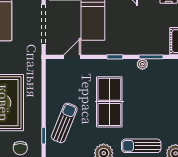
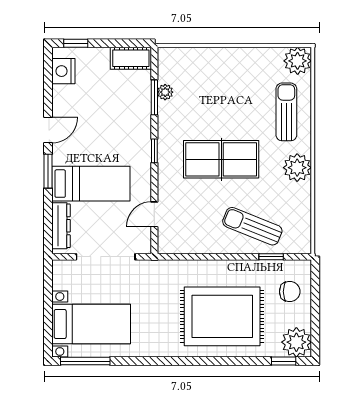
door: (72, 57) -> (154, 214), hinge flipped
plant: (142, 64) -> (165, 92), moved
sun lounger: (141, 146) -> (286, 112), turned 180

